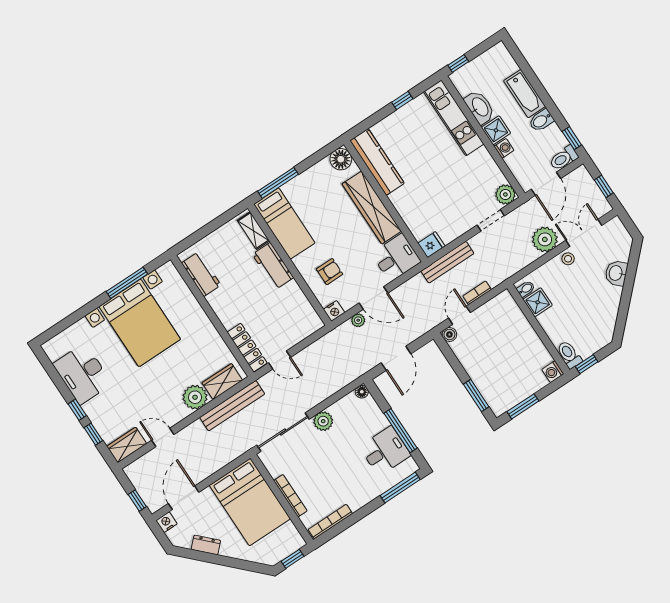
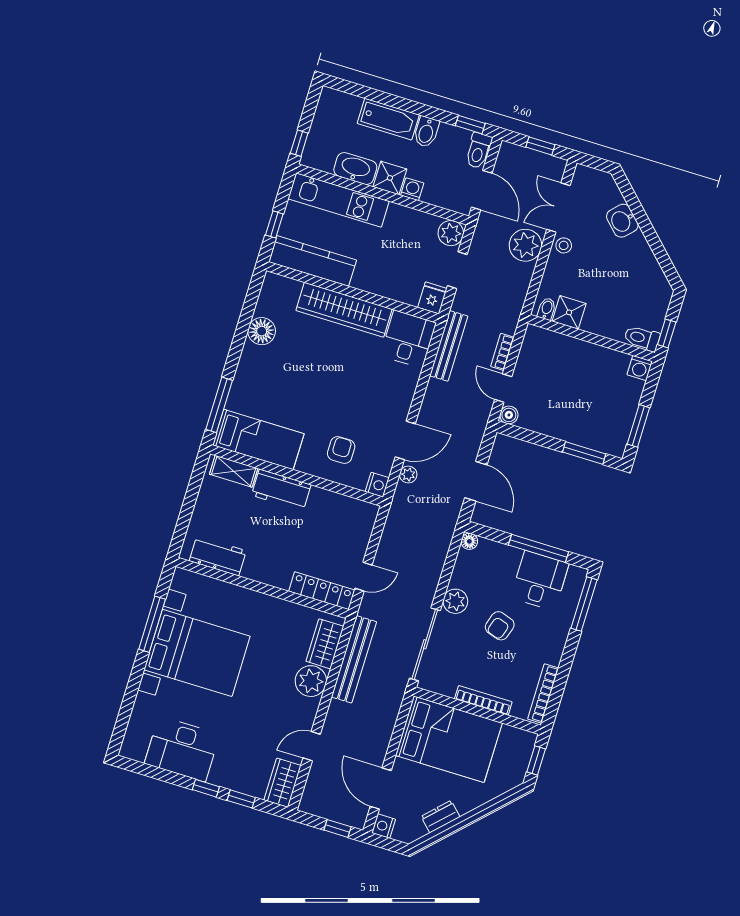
kitchen counter: (377, 162) -> (313, 261), moved
wall: (386, 201) -> (353, 292), moved
wardrobe: (372, 208) -> (344, 310), moved
fridge: (431, 245) -> (432, 298), moved
desk: (396, 258) -> (408, 339), moved
armchair: (338, 458) -> (500, 626), added

